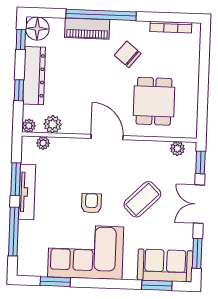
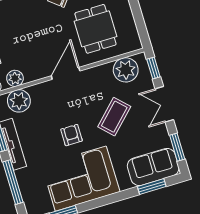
door: (107, 137) -> (66, 73), hinge flipped
plant: (43, 143) -> (19, 101), width x1.88, depth x1.88
plant: (177, 149) -> (126, 70), width x1.87, depth x1.87

